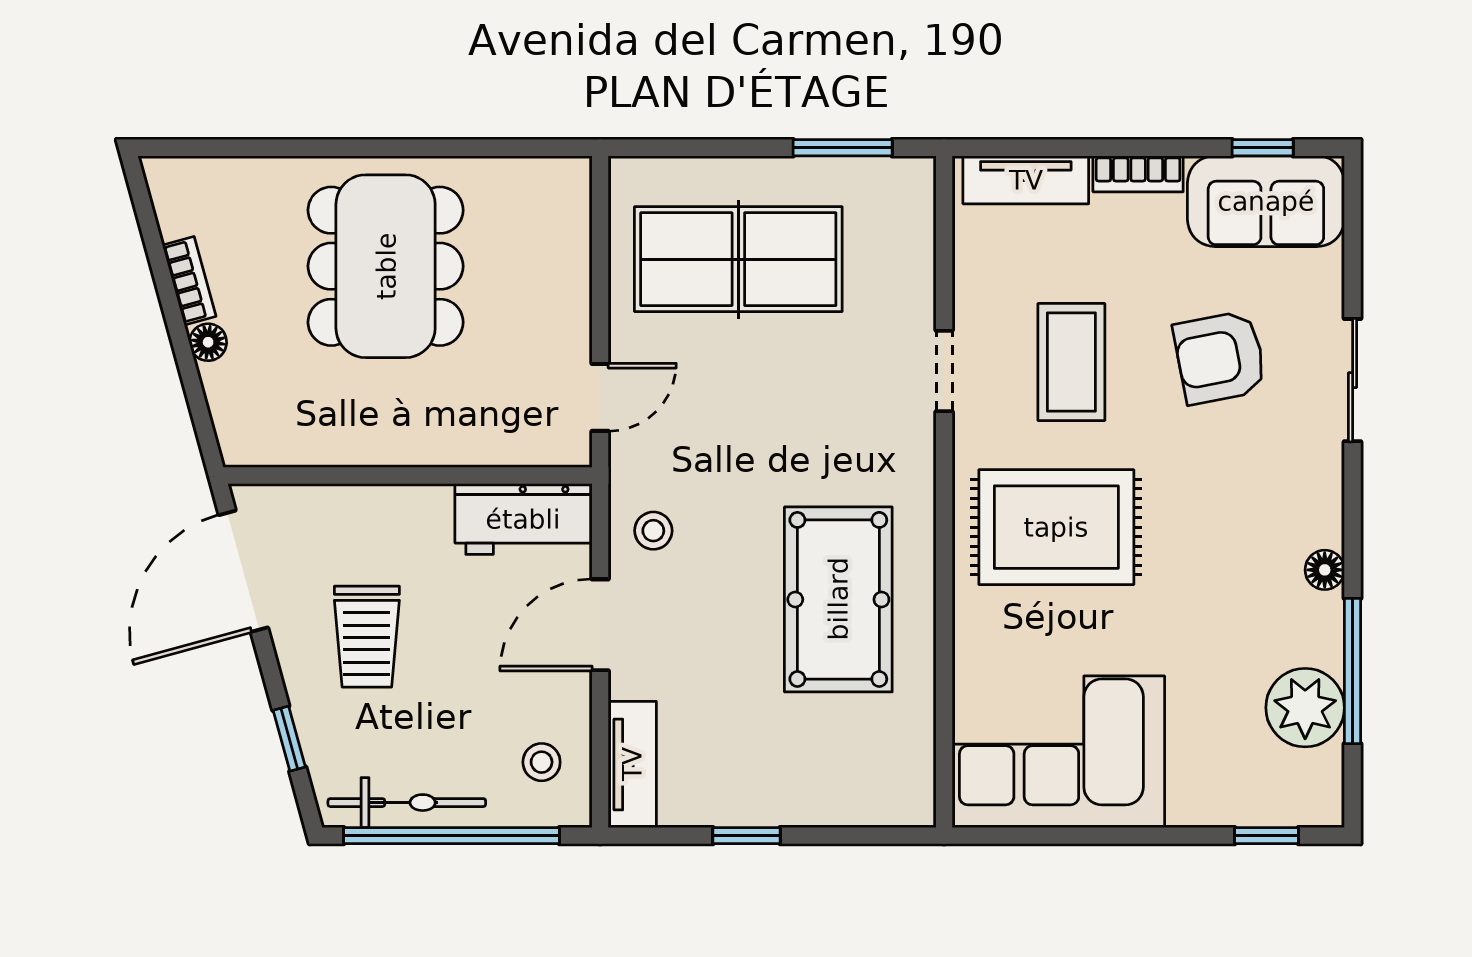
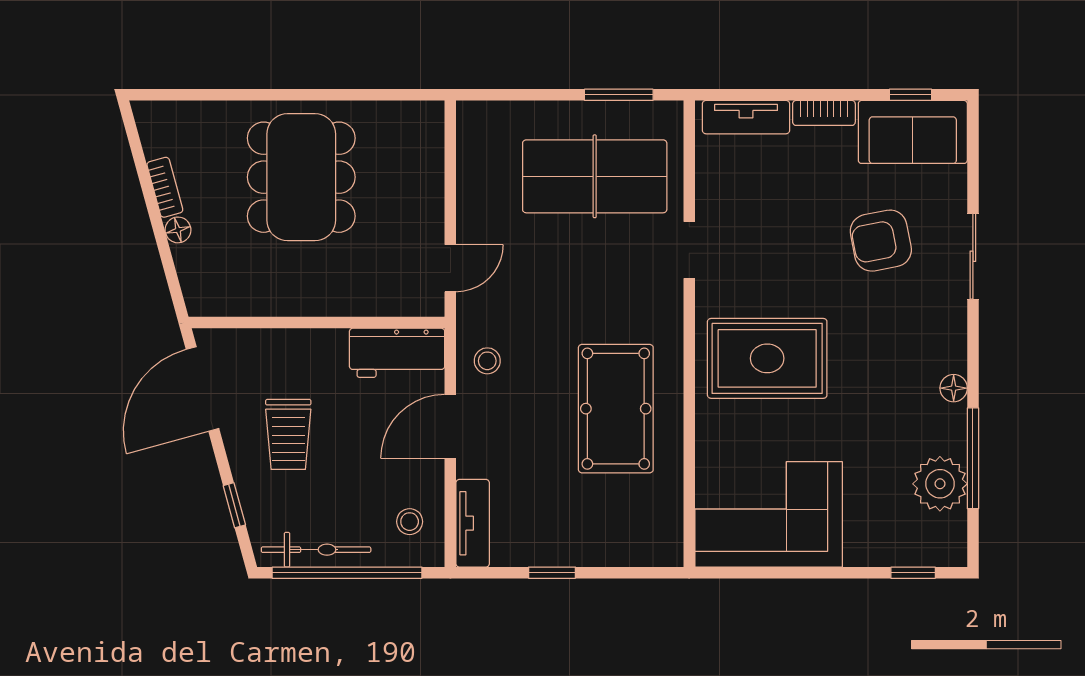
table tennis table: (738, 259) -> (595, 176), moved
coffee table: (1071, 362) -> (778, 244), removed

